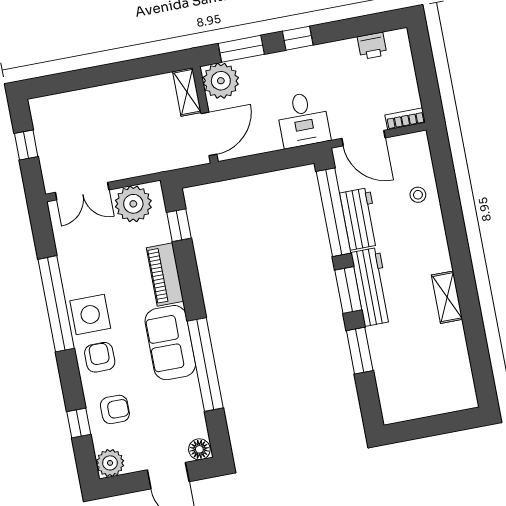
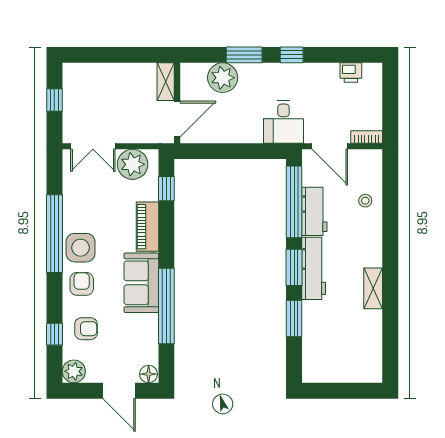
shelving: (187, 92) -> (166, 82), moved
wall: (205, 115) -> (177, 103), moved
door: (209, 134) -> (177, 119), moved

